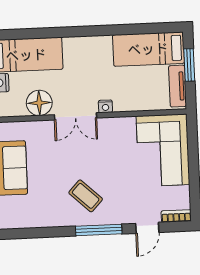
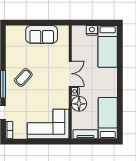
window: (189, 65) -> (97, 142), removed
floor lamp: (39, 103) -> (79, 104), moved
double door: (75, 116) -> (70, 74), swing flipped

